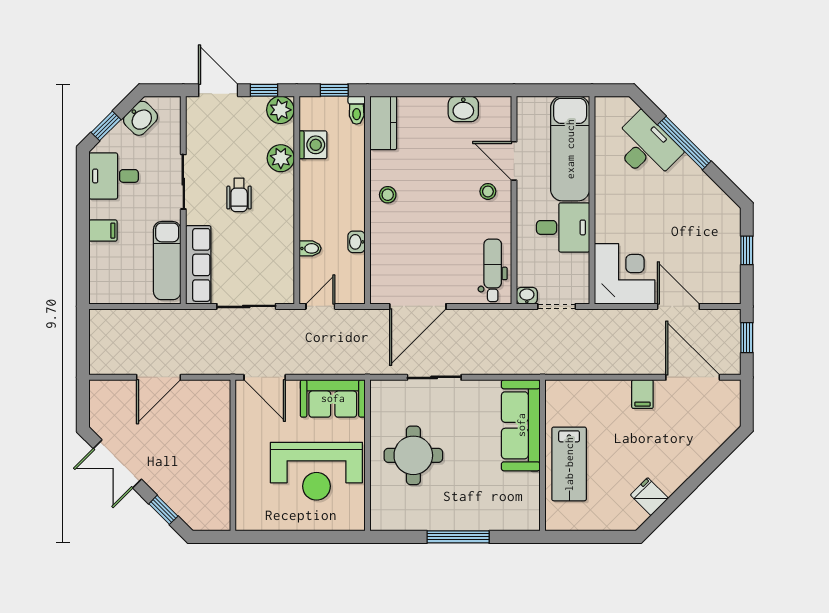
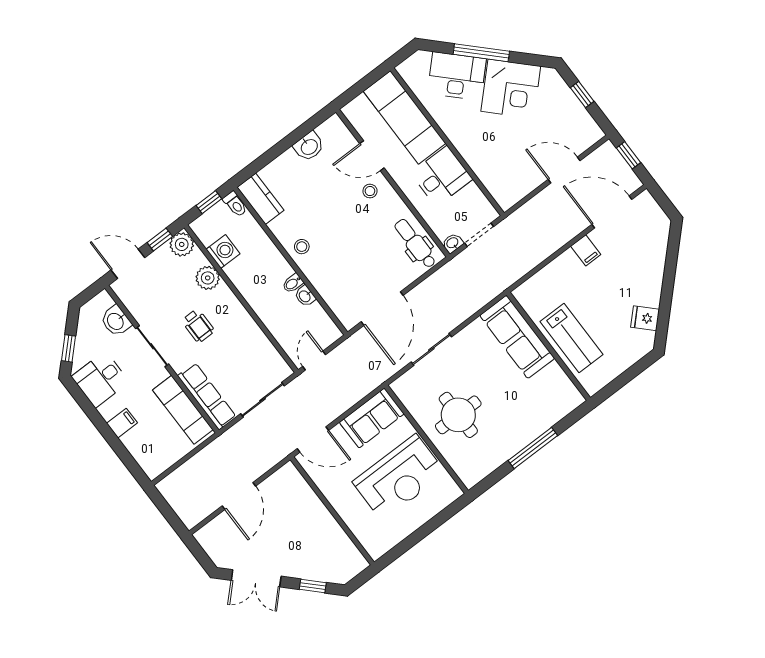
washbasin: (141, 118) -> (116, 321), moved, turned 135
bidet: (310, 248) -> (293, 283), moved, turned 180
corner desk: (625, 274) -> (511, 89), moved, turned 135

